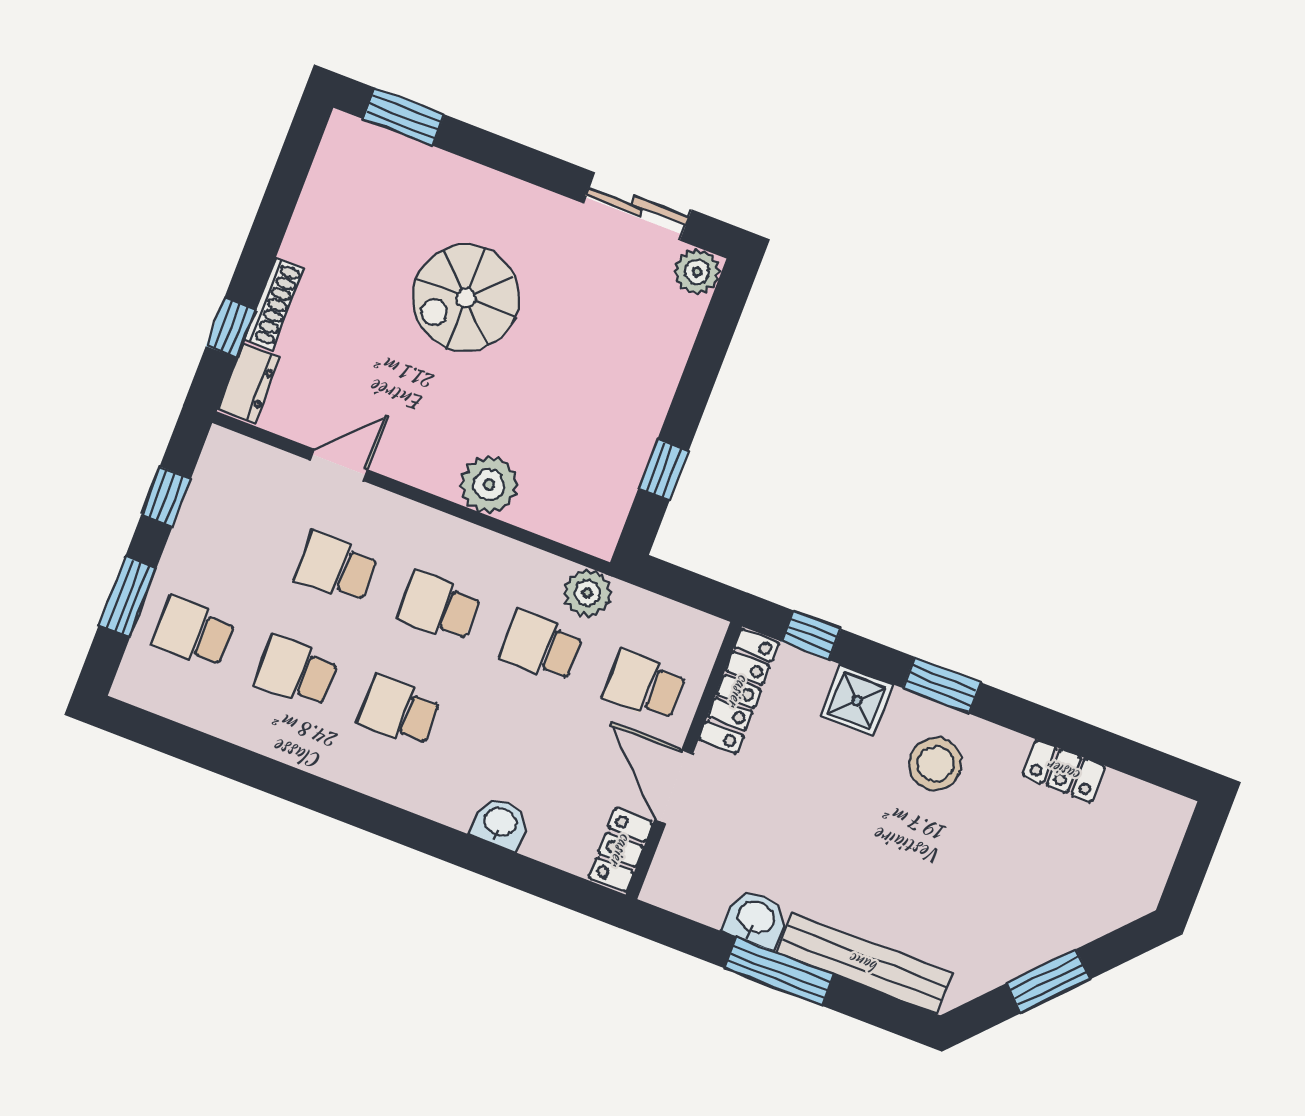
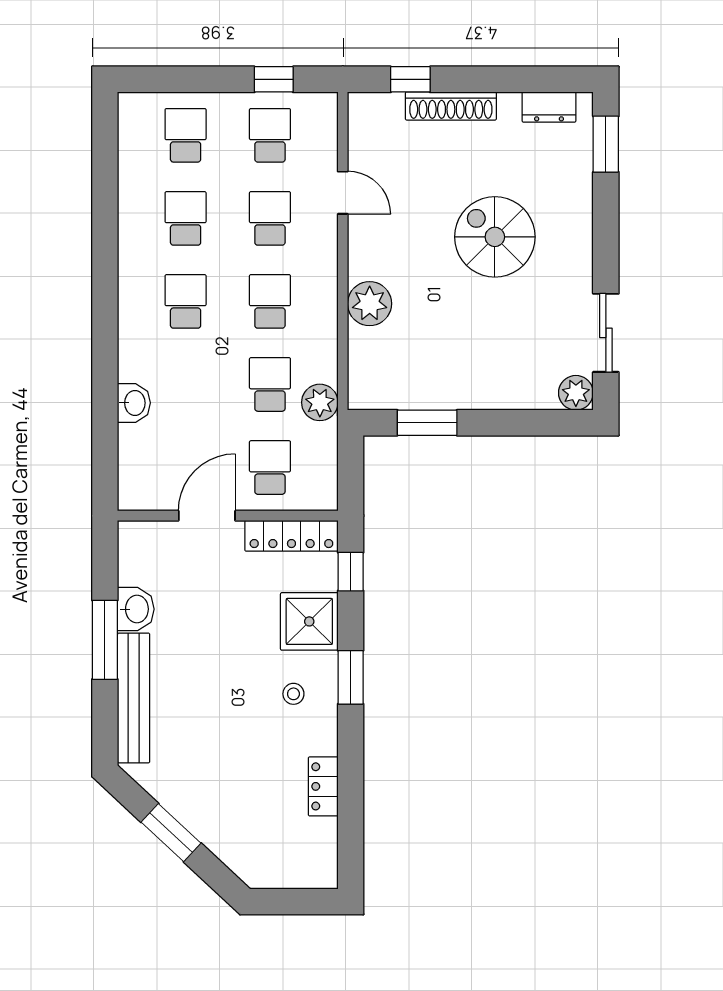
shoe rack: (274, 304) -> (451, 106), width x1.36, depth x1.24
dresser: (249, 383) -> (549, 107), moved
window: (663, 470) -> (427, 423), width x1.50
school desk: (234, 528) -> (270, 135), added
window: (128, 597) -> (193, 79), removed
shower: (857, 700) -> (309, 621), width x1.36, depth x1.36
stool: (935, 764) -> (293, 694), width x0.53, depth x0.53
locker: (621, 850) -> (148, 496), removed

